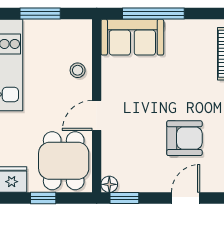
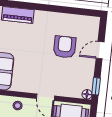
door: (186, 198) -> (100, 50), hinge flipped

